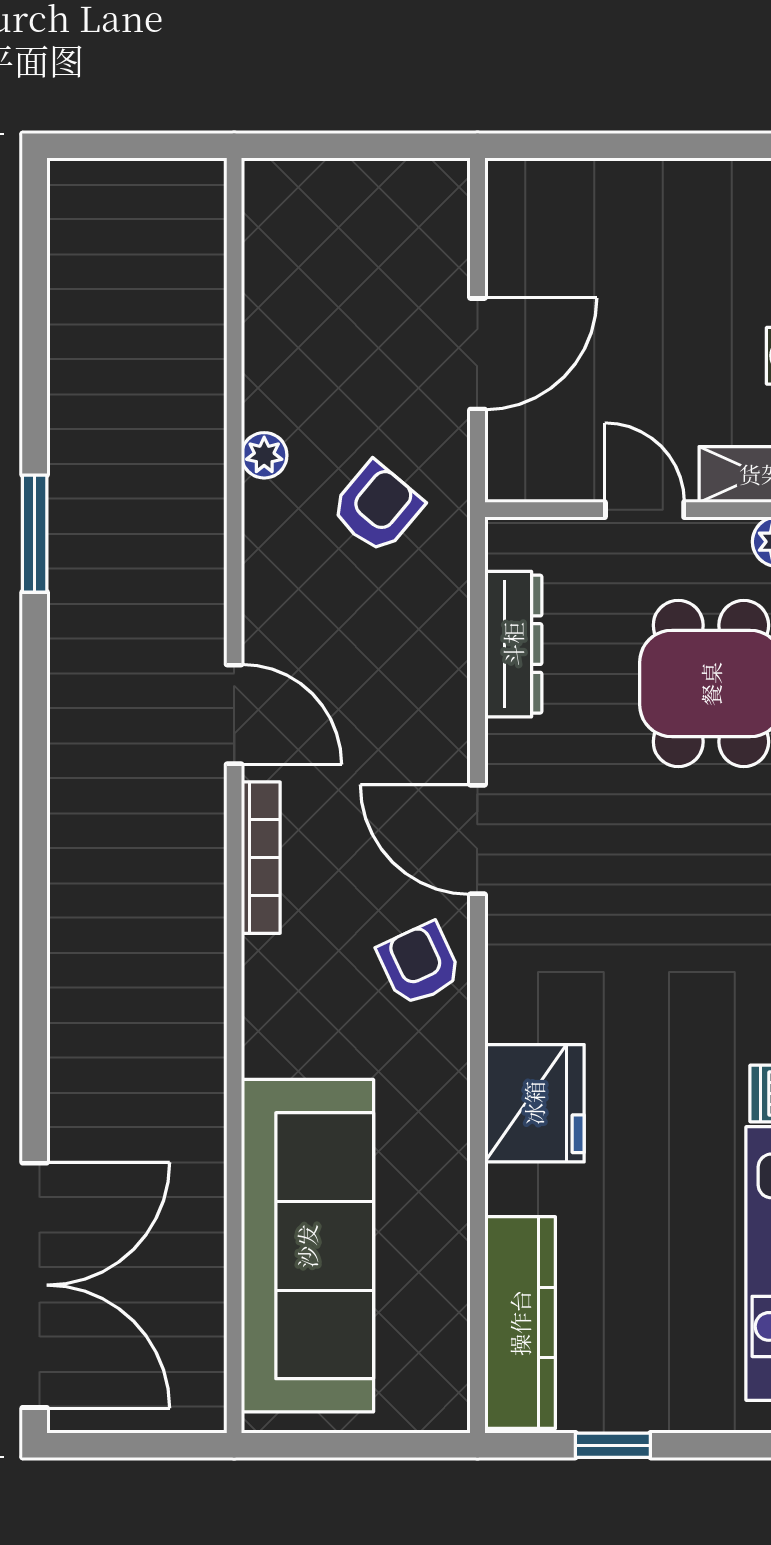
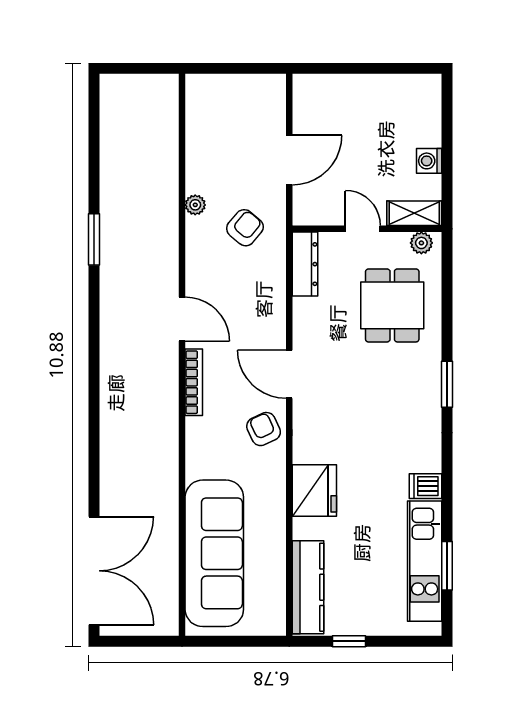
dresser: (513, 644) -> (305, 264), moved

